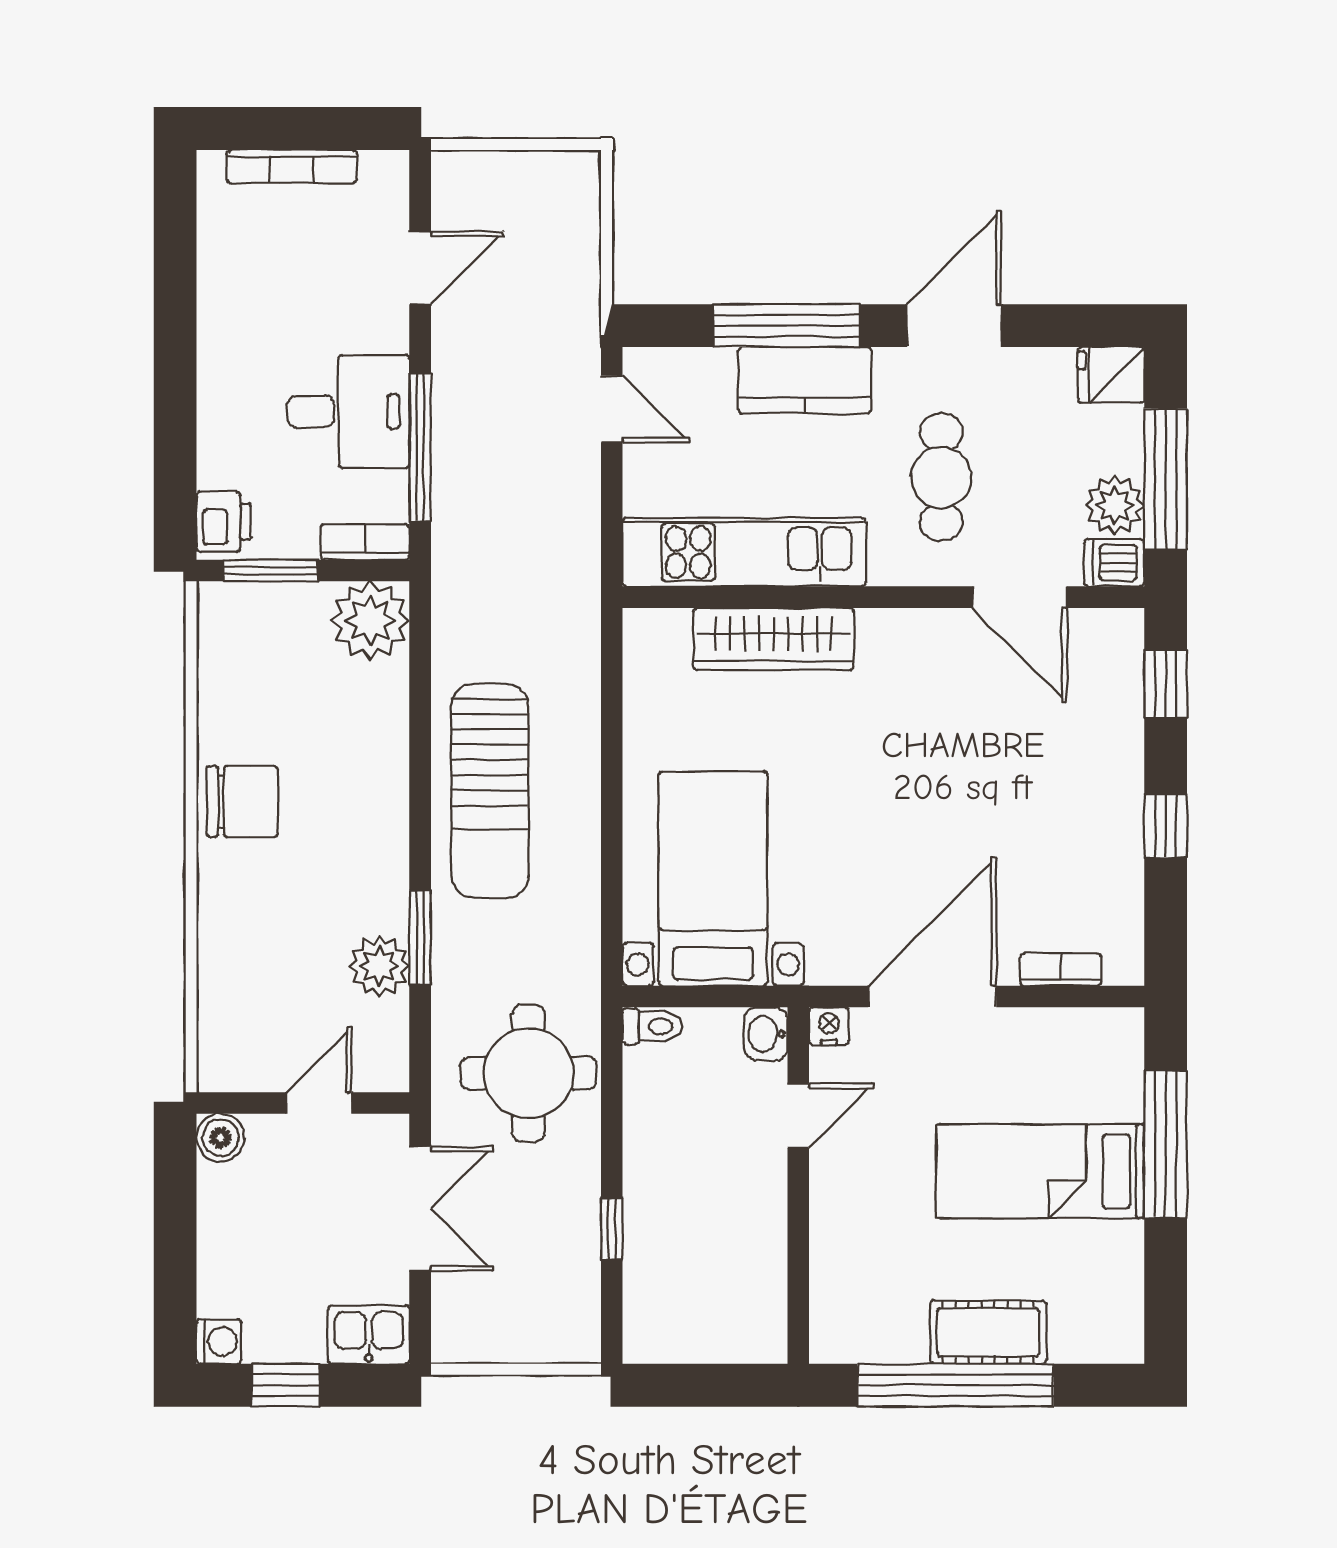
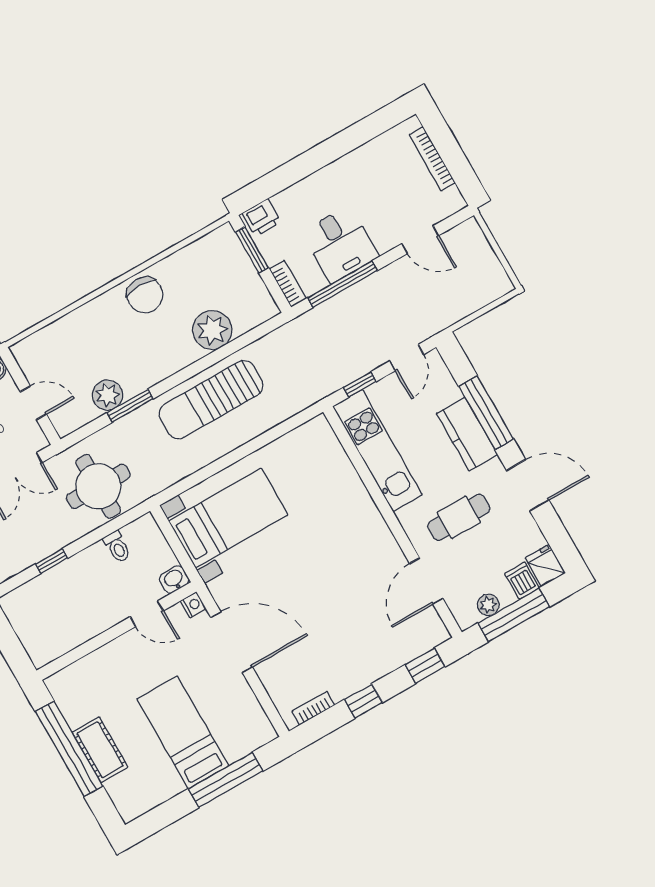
plant: (1115, 505) -> (488, 605), width x0.73, depth x0.73
window: (612, 517) -> (360, 384), added
dishwasher: (1114, 563) -> (522, 581), moved
plant: (370, 620) -> (212, 330), moved
wardrobe: (774, 639) -> (347, 485), removed
bookcase: (1061, 970) -> (313, 708), moved, turned -90
toilet: (652, 1026) -> (117, 547), moved

